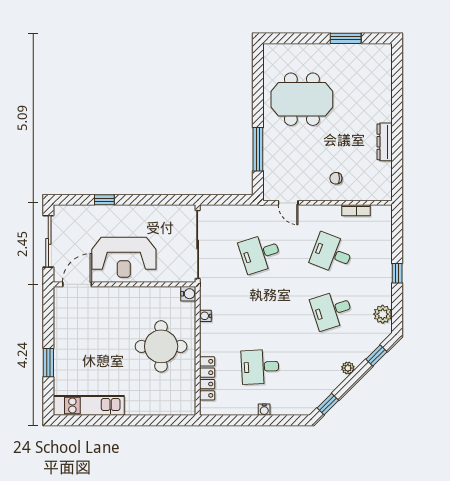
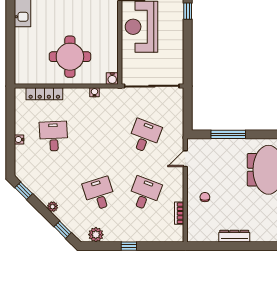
desk: (260, 253) -> (145, 136), turned 39

